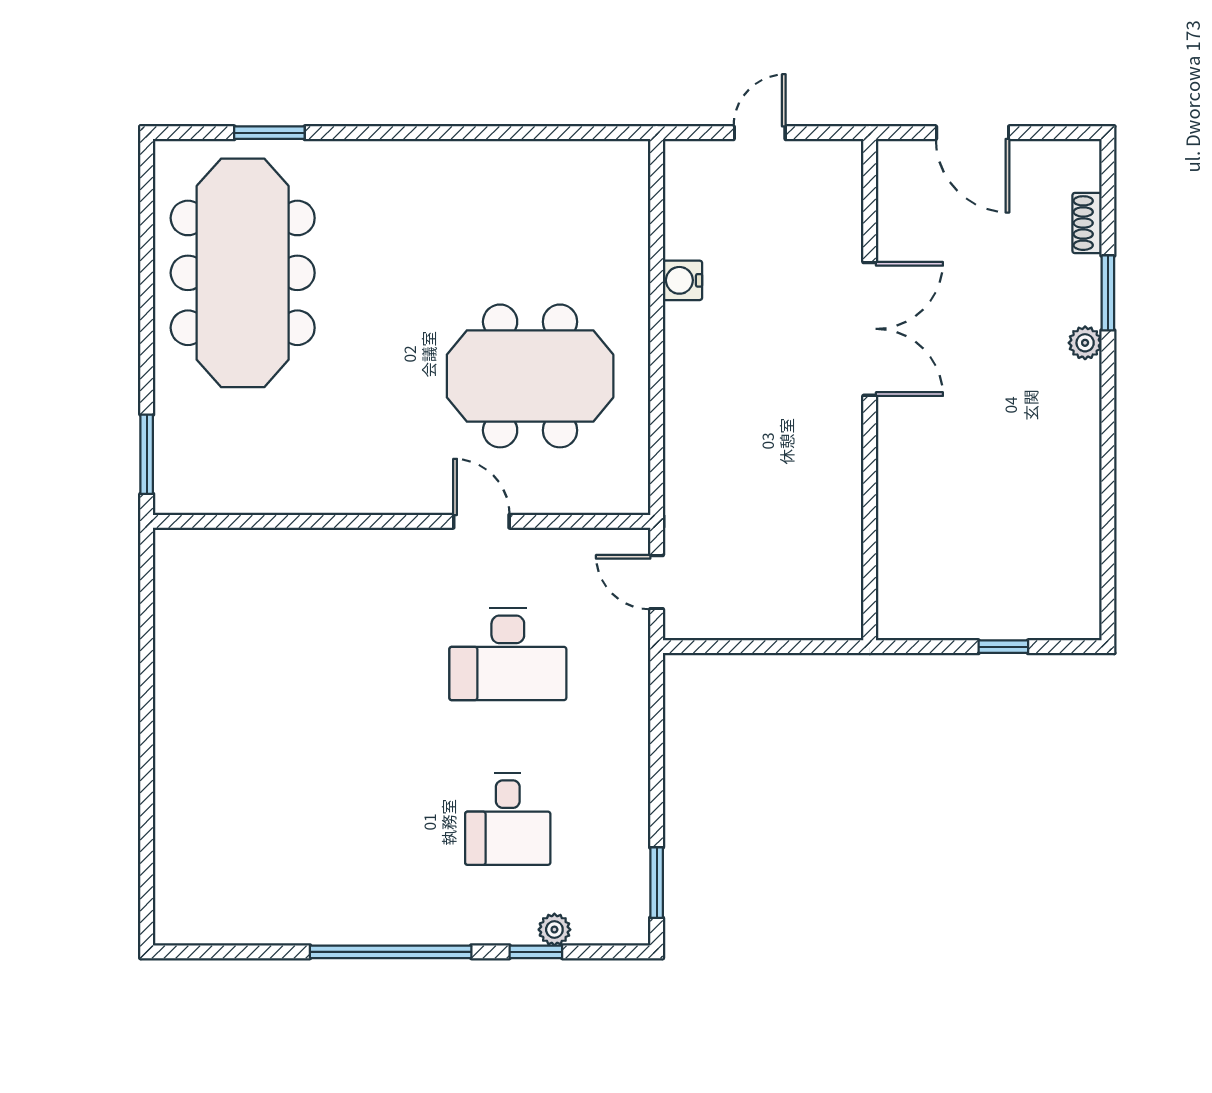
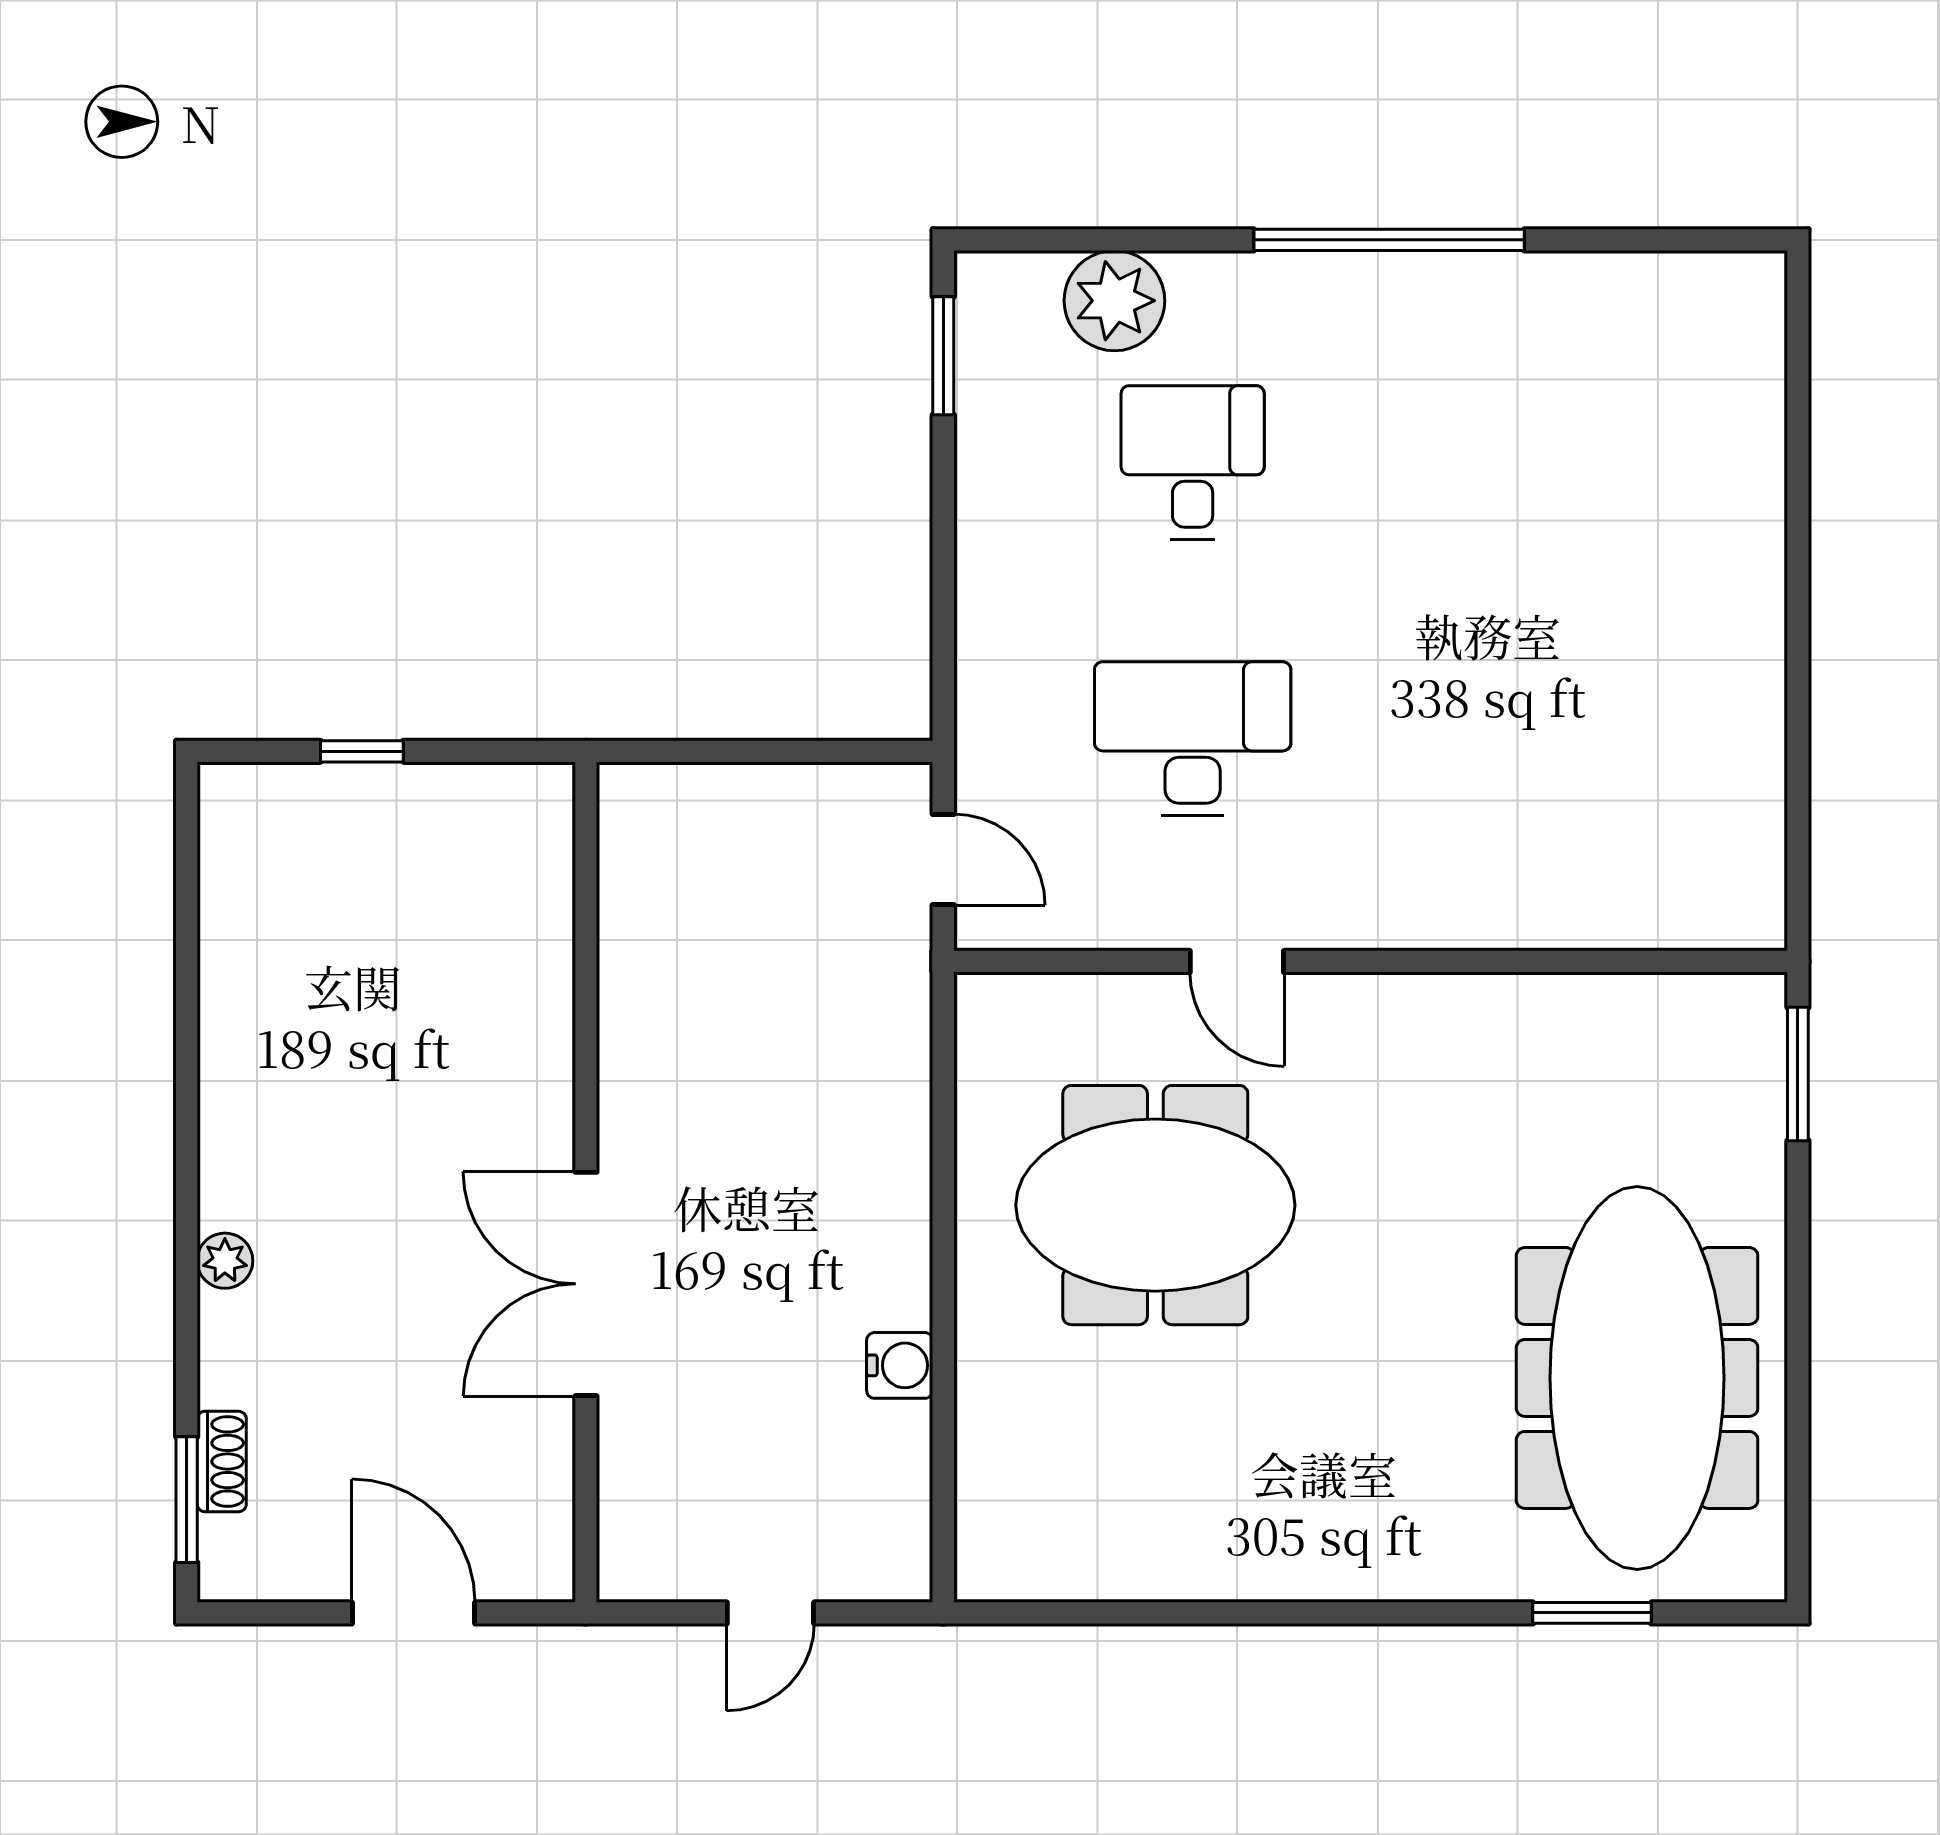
window: (1108, 293) -> (187, 1500), moved
plant: (554, 930) -> (1114, 301), width x1.88, depth x1.88
window: (536, 952) -> (1146, 240), removed

